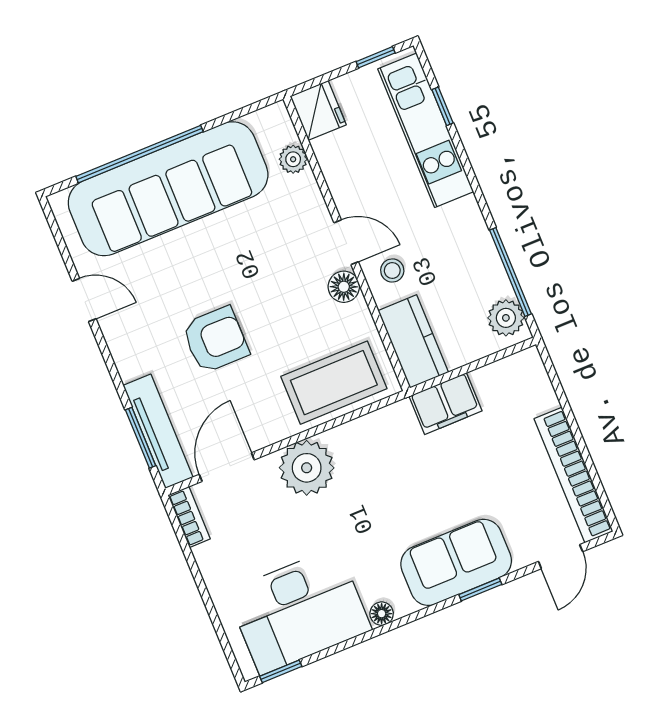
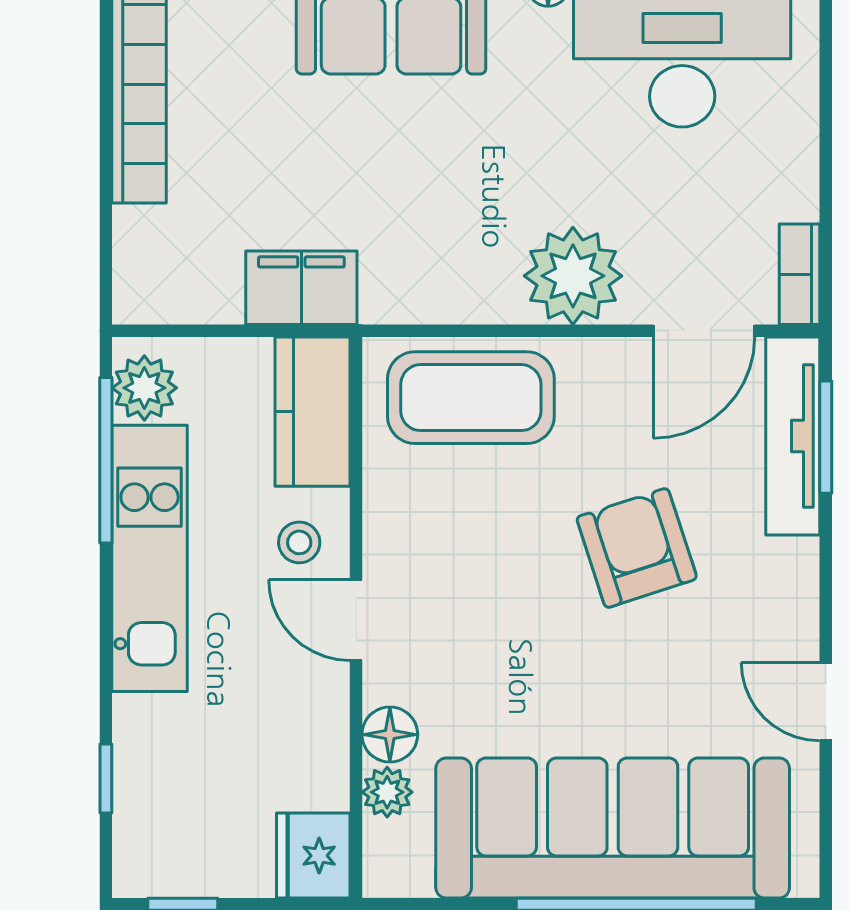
kitchen unit: (426, 130) -> (150, 558), moved
floor lamp: (344, 287) -> (390, 735), moved
armchair: (215, 340) -> (637, 548), turned 72

